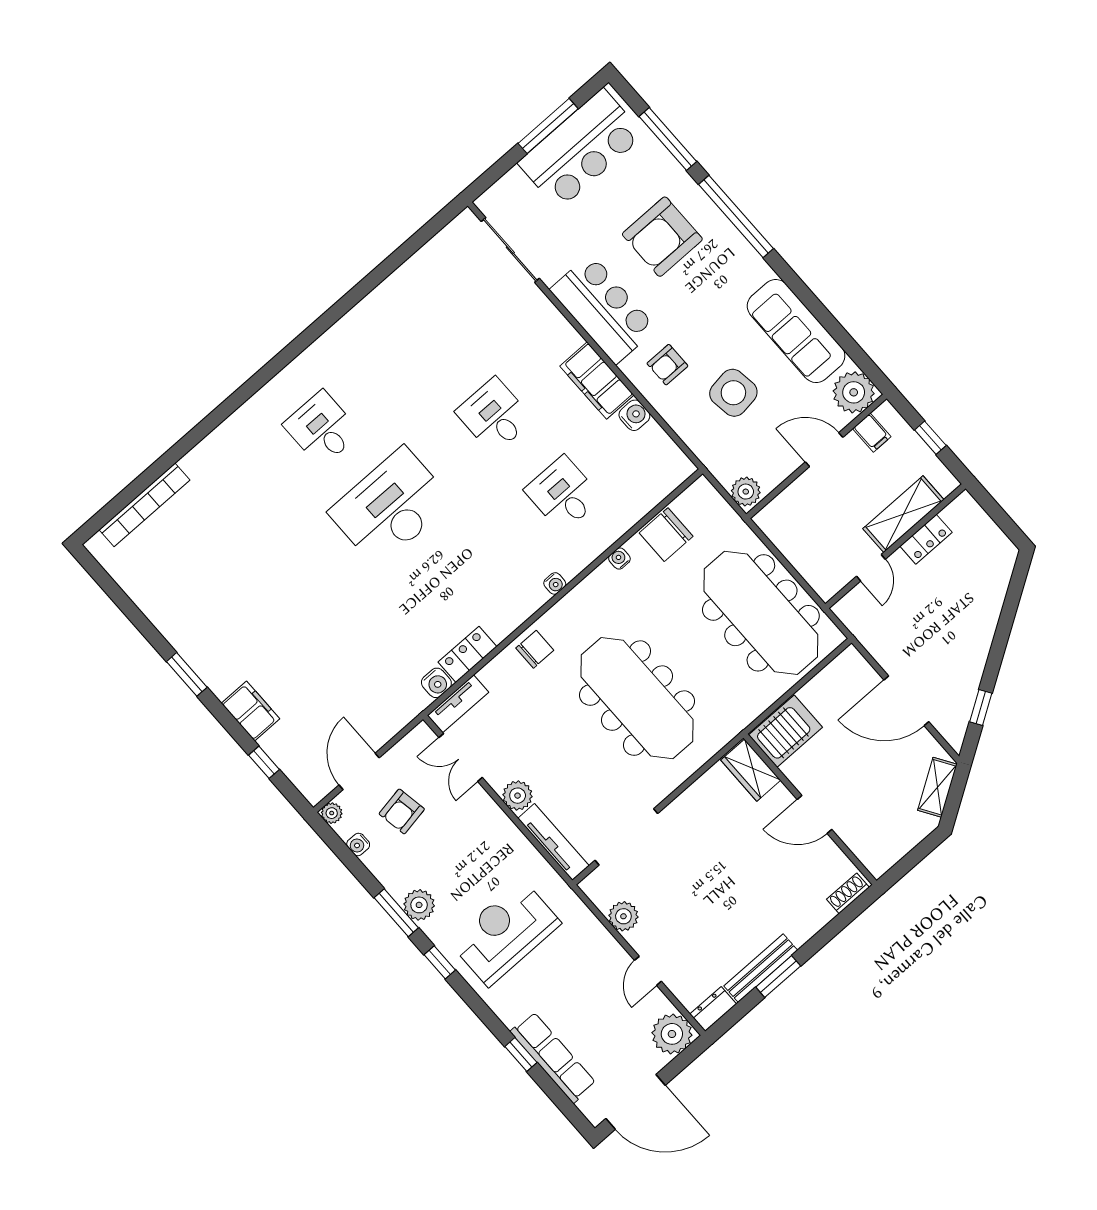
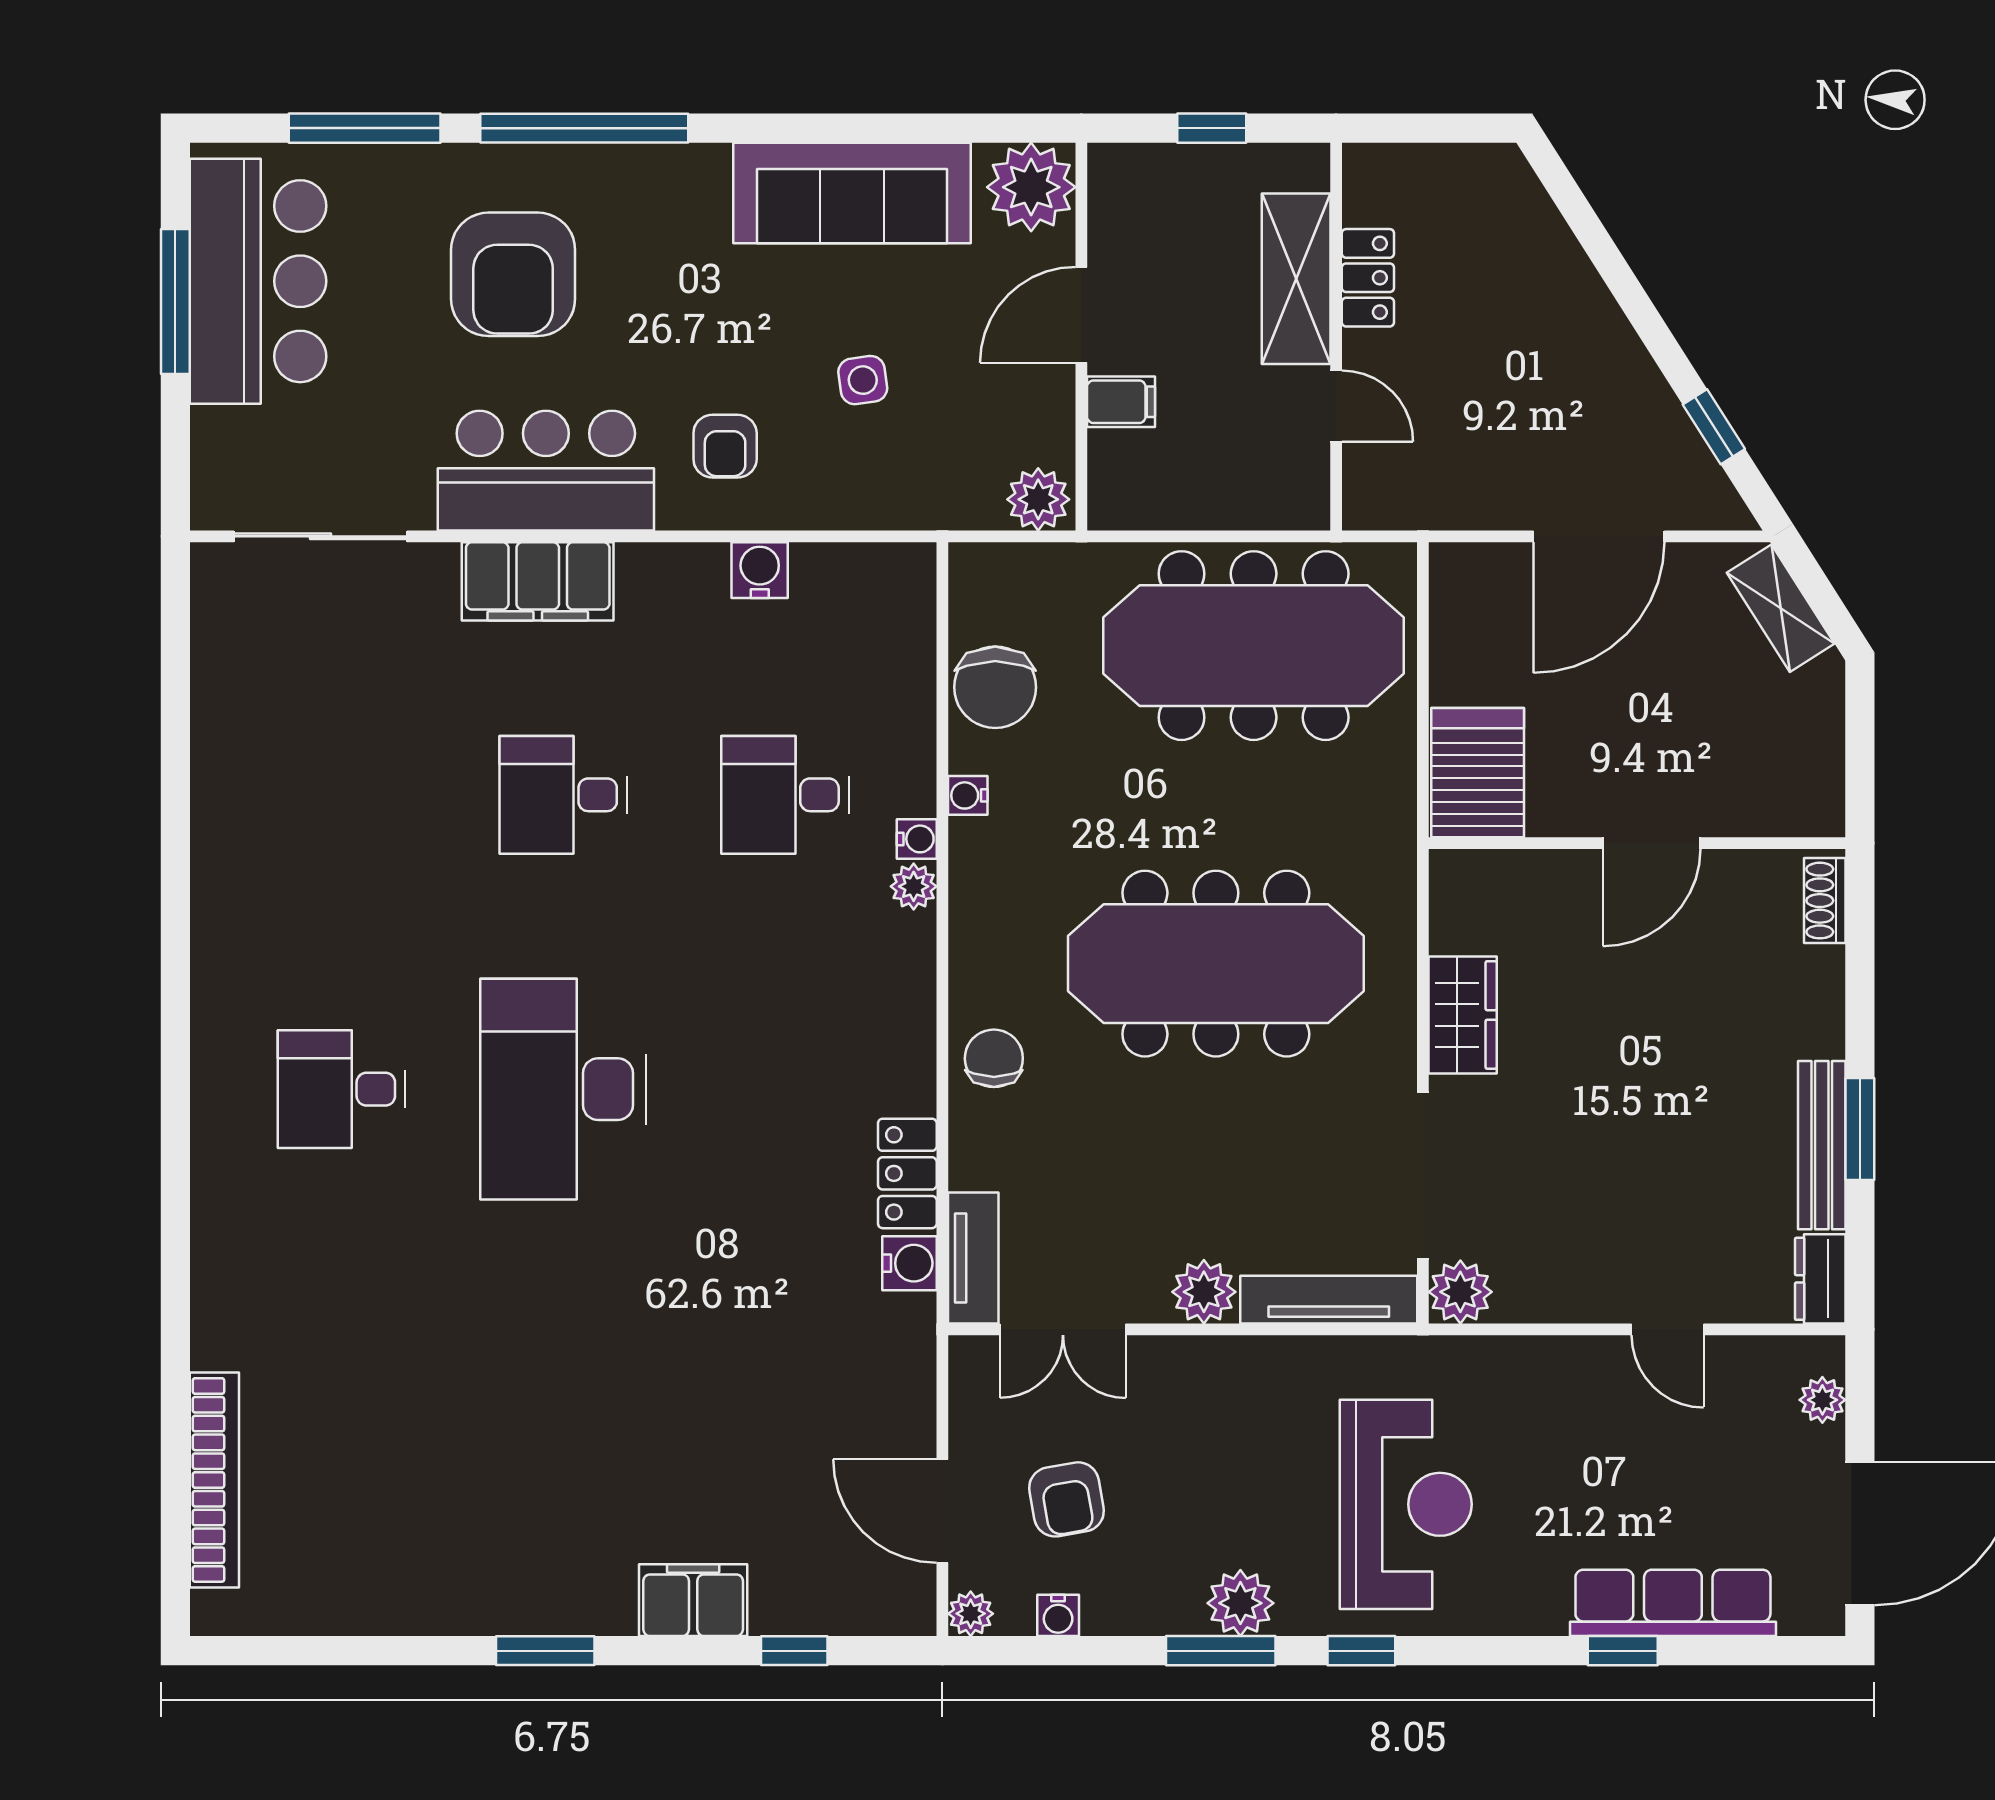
filing cabinet: (597, 381) -> (538, 581), moved
side table: (733, 393) -> (863, 380), width x0.54, depth x0.54
filing cabinet: (872, 433) -> (1121, 402), moved
plant: (571, 568) -> (914, 886), added
water cooler: (555, 583) -> (917, 839), moved
wardrobe: (751, 770) -> (1463, 1015), moved, turned -90
plant: (623, 916) -> (1460, 1292), moved
reception desk: (505, 933) -> (1406, 1504), turned 180
plant: (672, 1034) -> (1822, 1400), width x0.53, depth x0.53

